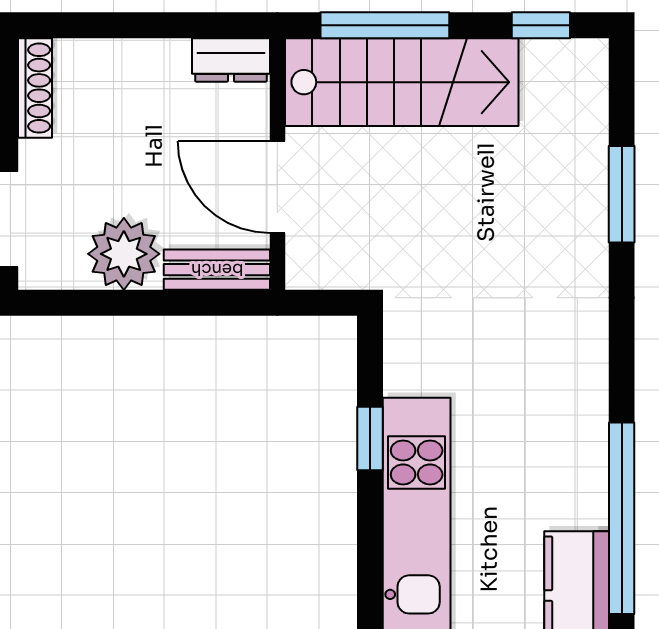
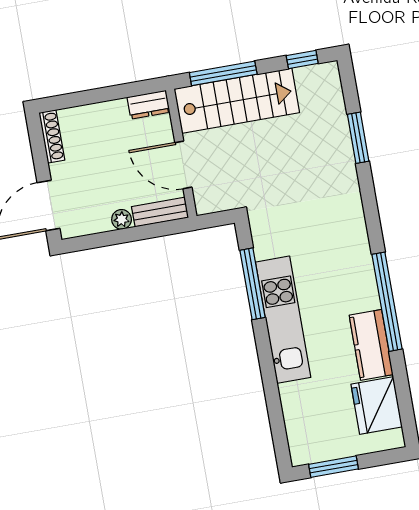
plant: (124, 254) -> (122, 219), width x0.53, depth x0.53
window: (370, 438) -> (253, 284), width x2.17

